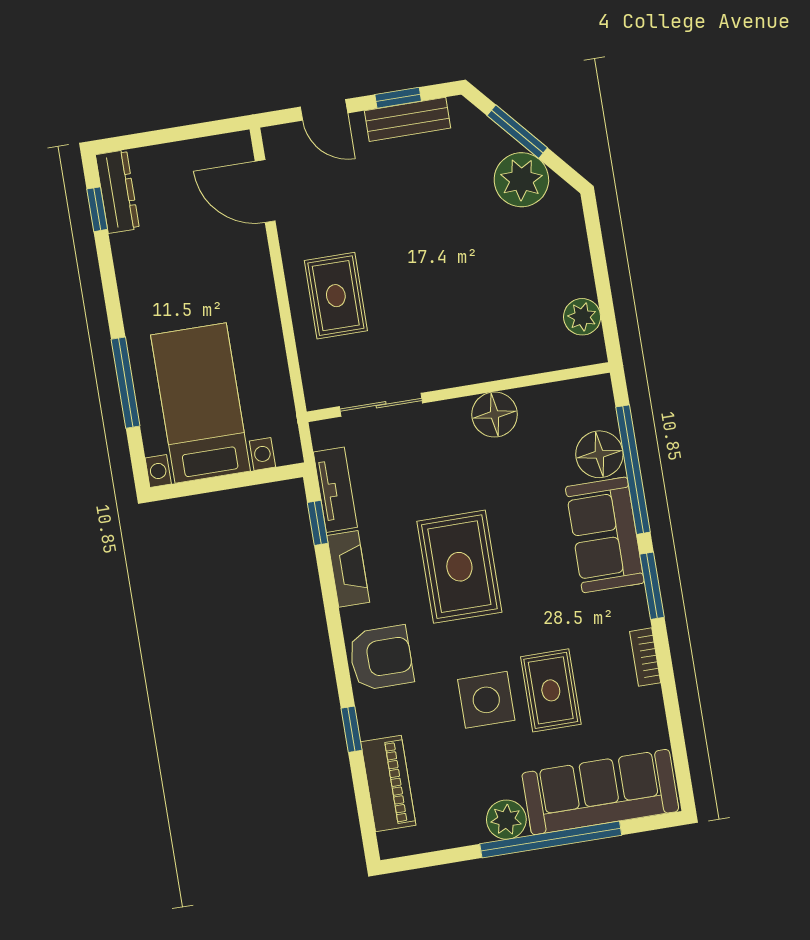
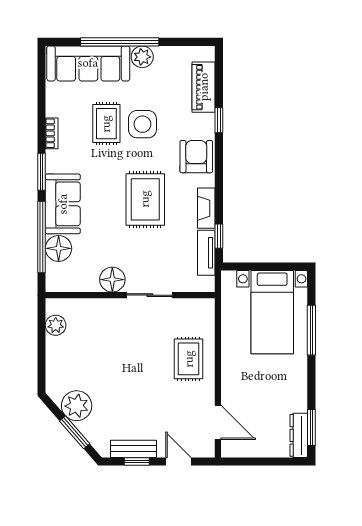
window: (97, 209) -> (311, 428), width x1.50
sliding door: (381, 405) -> (150, 295), moved
armchair: (381, 658) -> (196, 157), turned 90

